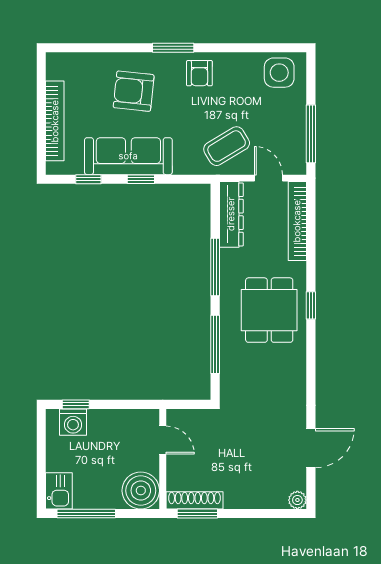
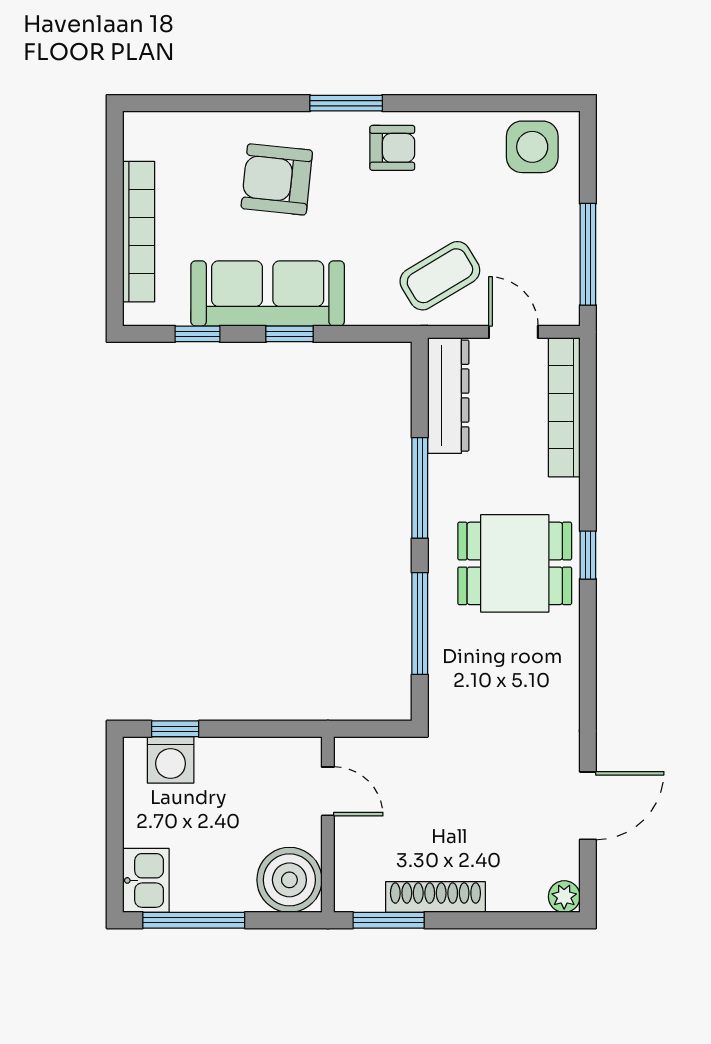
armchair: (199, 73) -> (392, 148), turned -90
dining table: (269, 310) -> (515, 563), turned 90
shoe rack: (194, 500) -> (435, 897), moved

